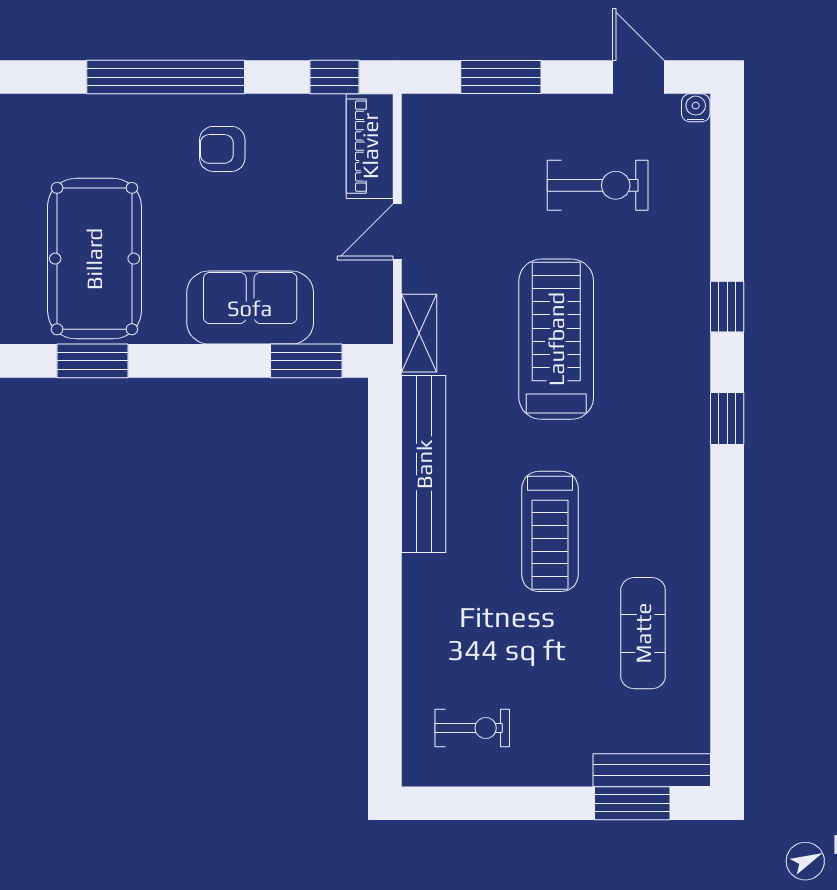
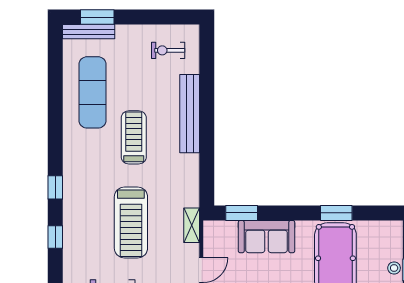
bench: (424, 464) -> (190, 114), moved
exercise mat: (643, 633) -> (93, 92), width x1.36, depth x1.45

